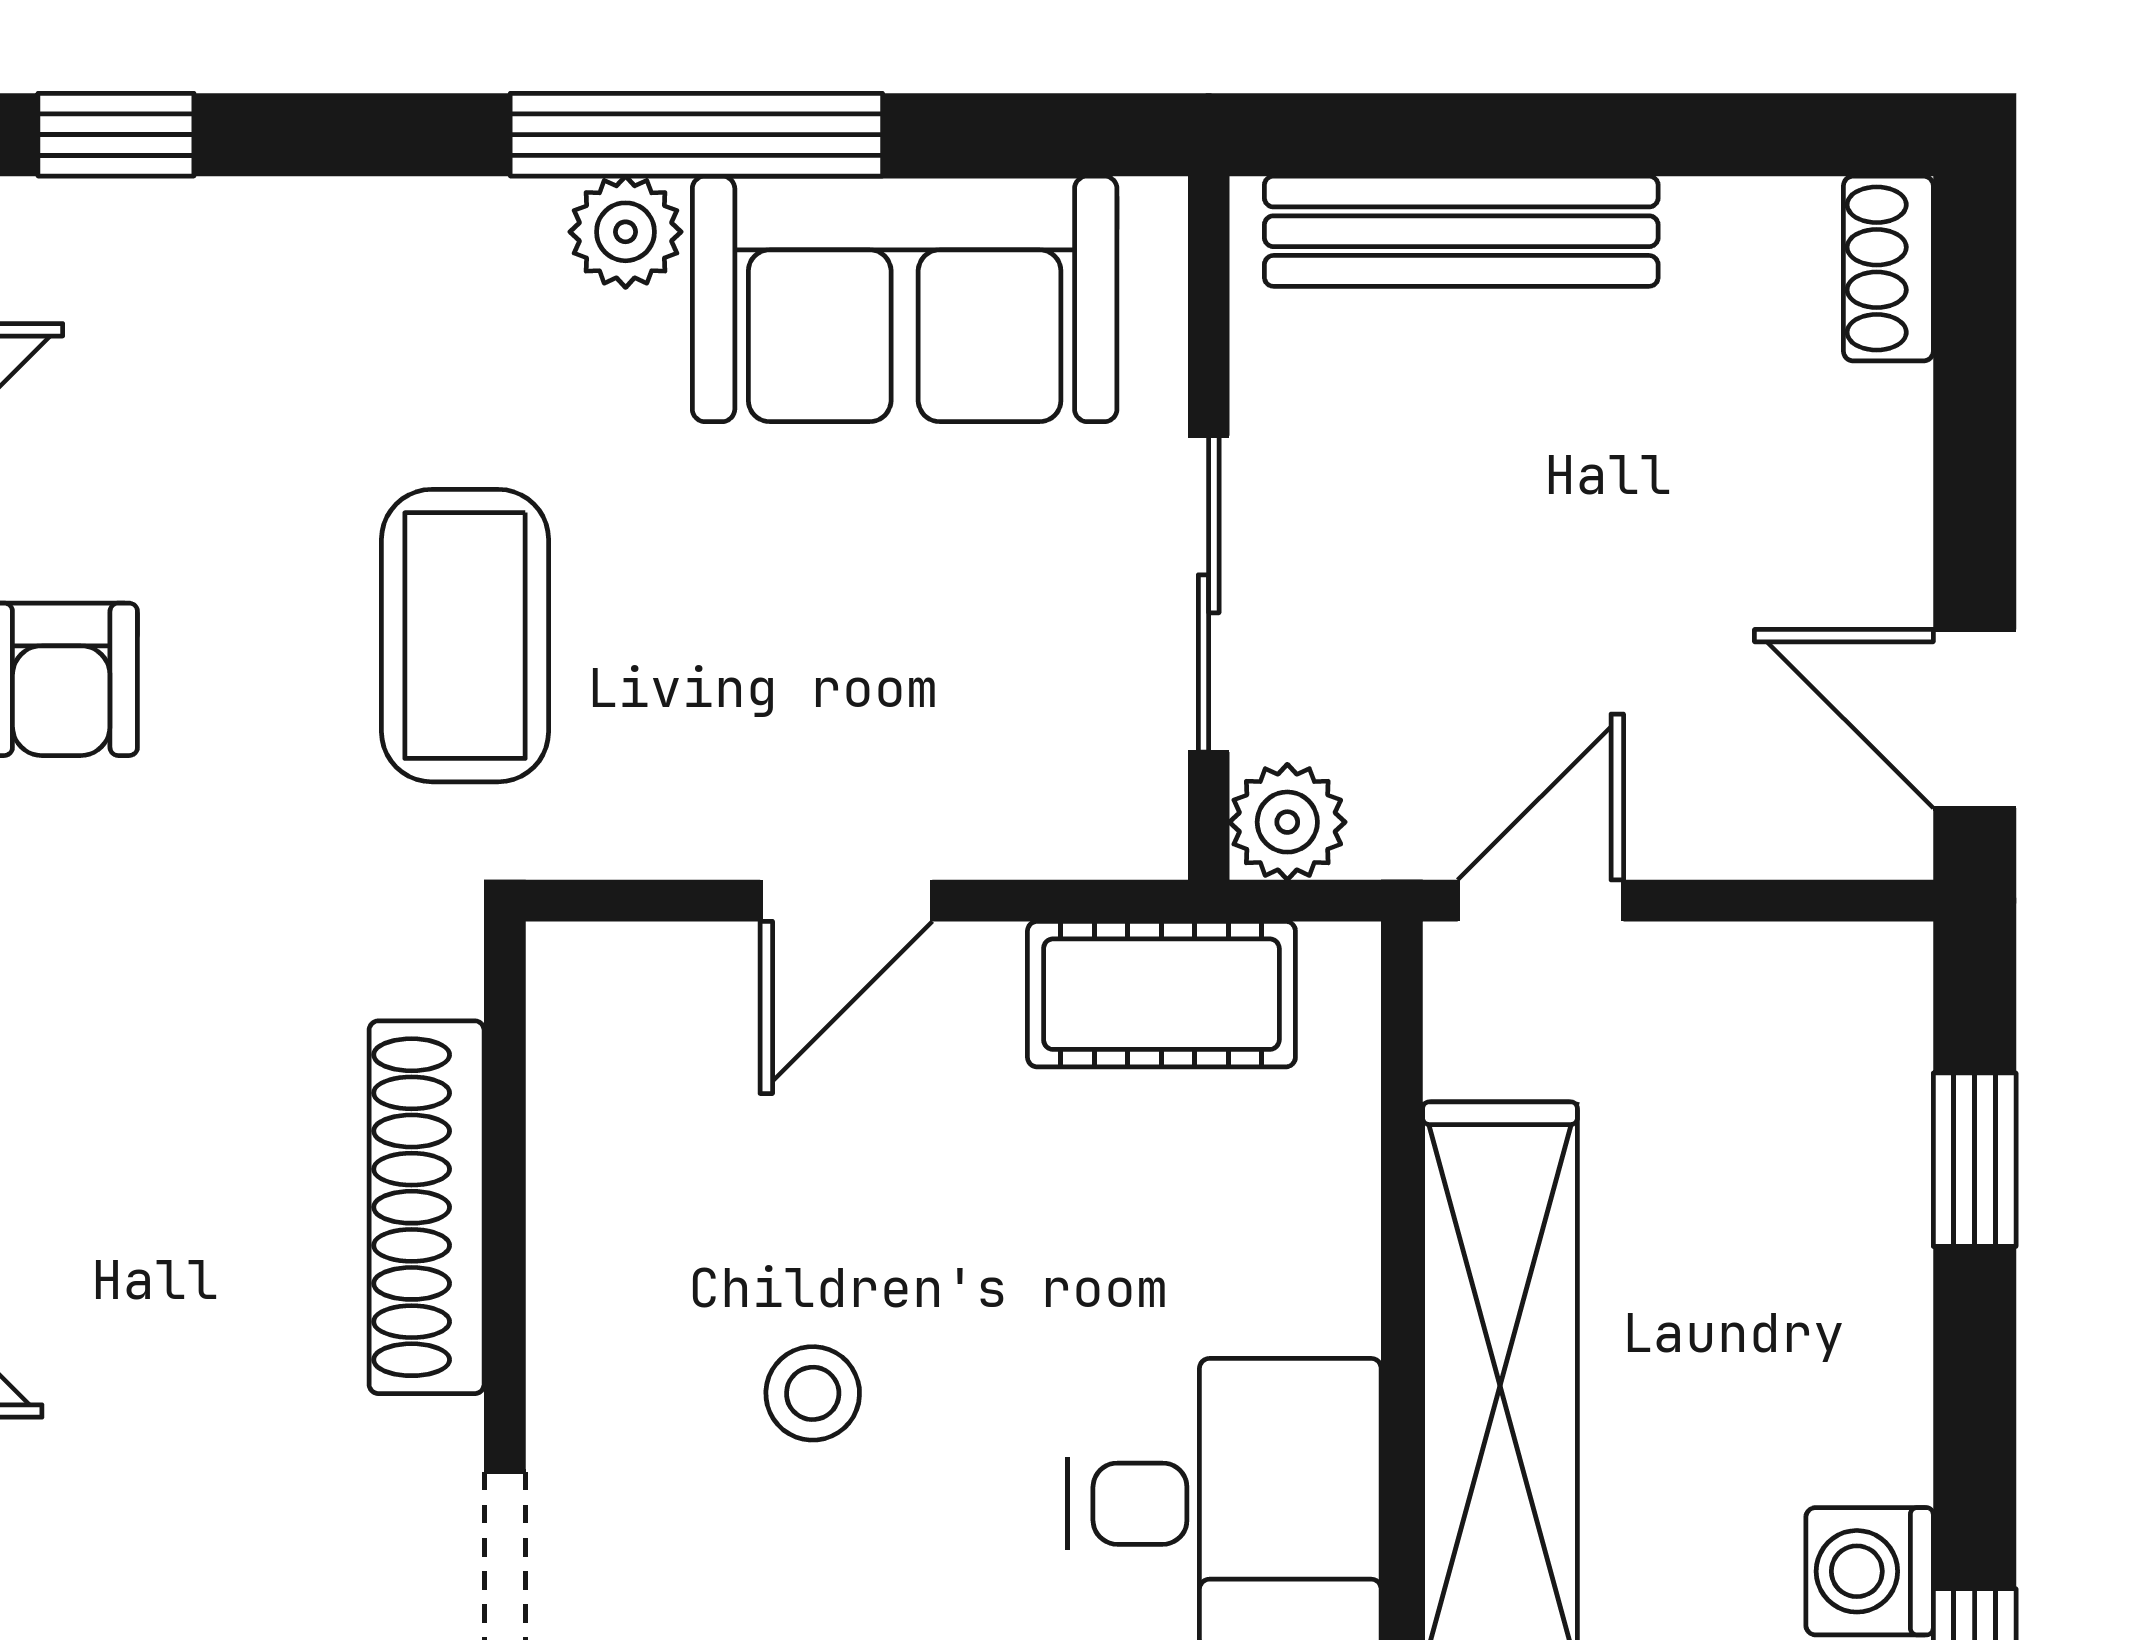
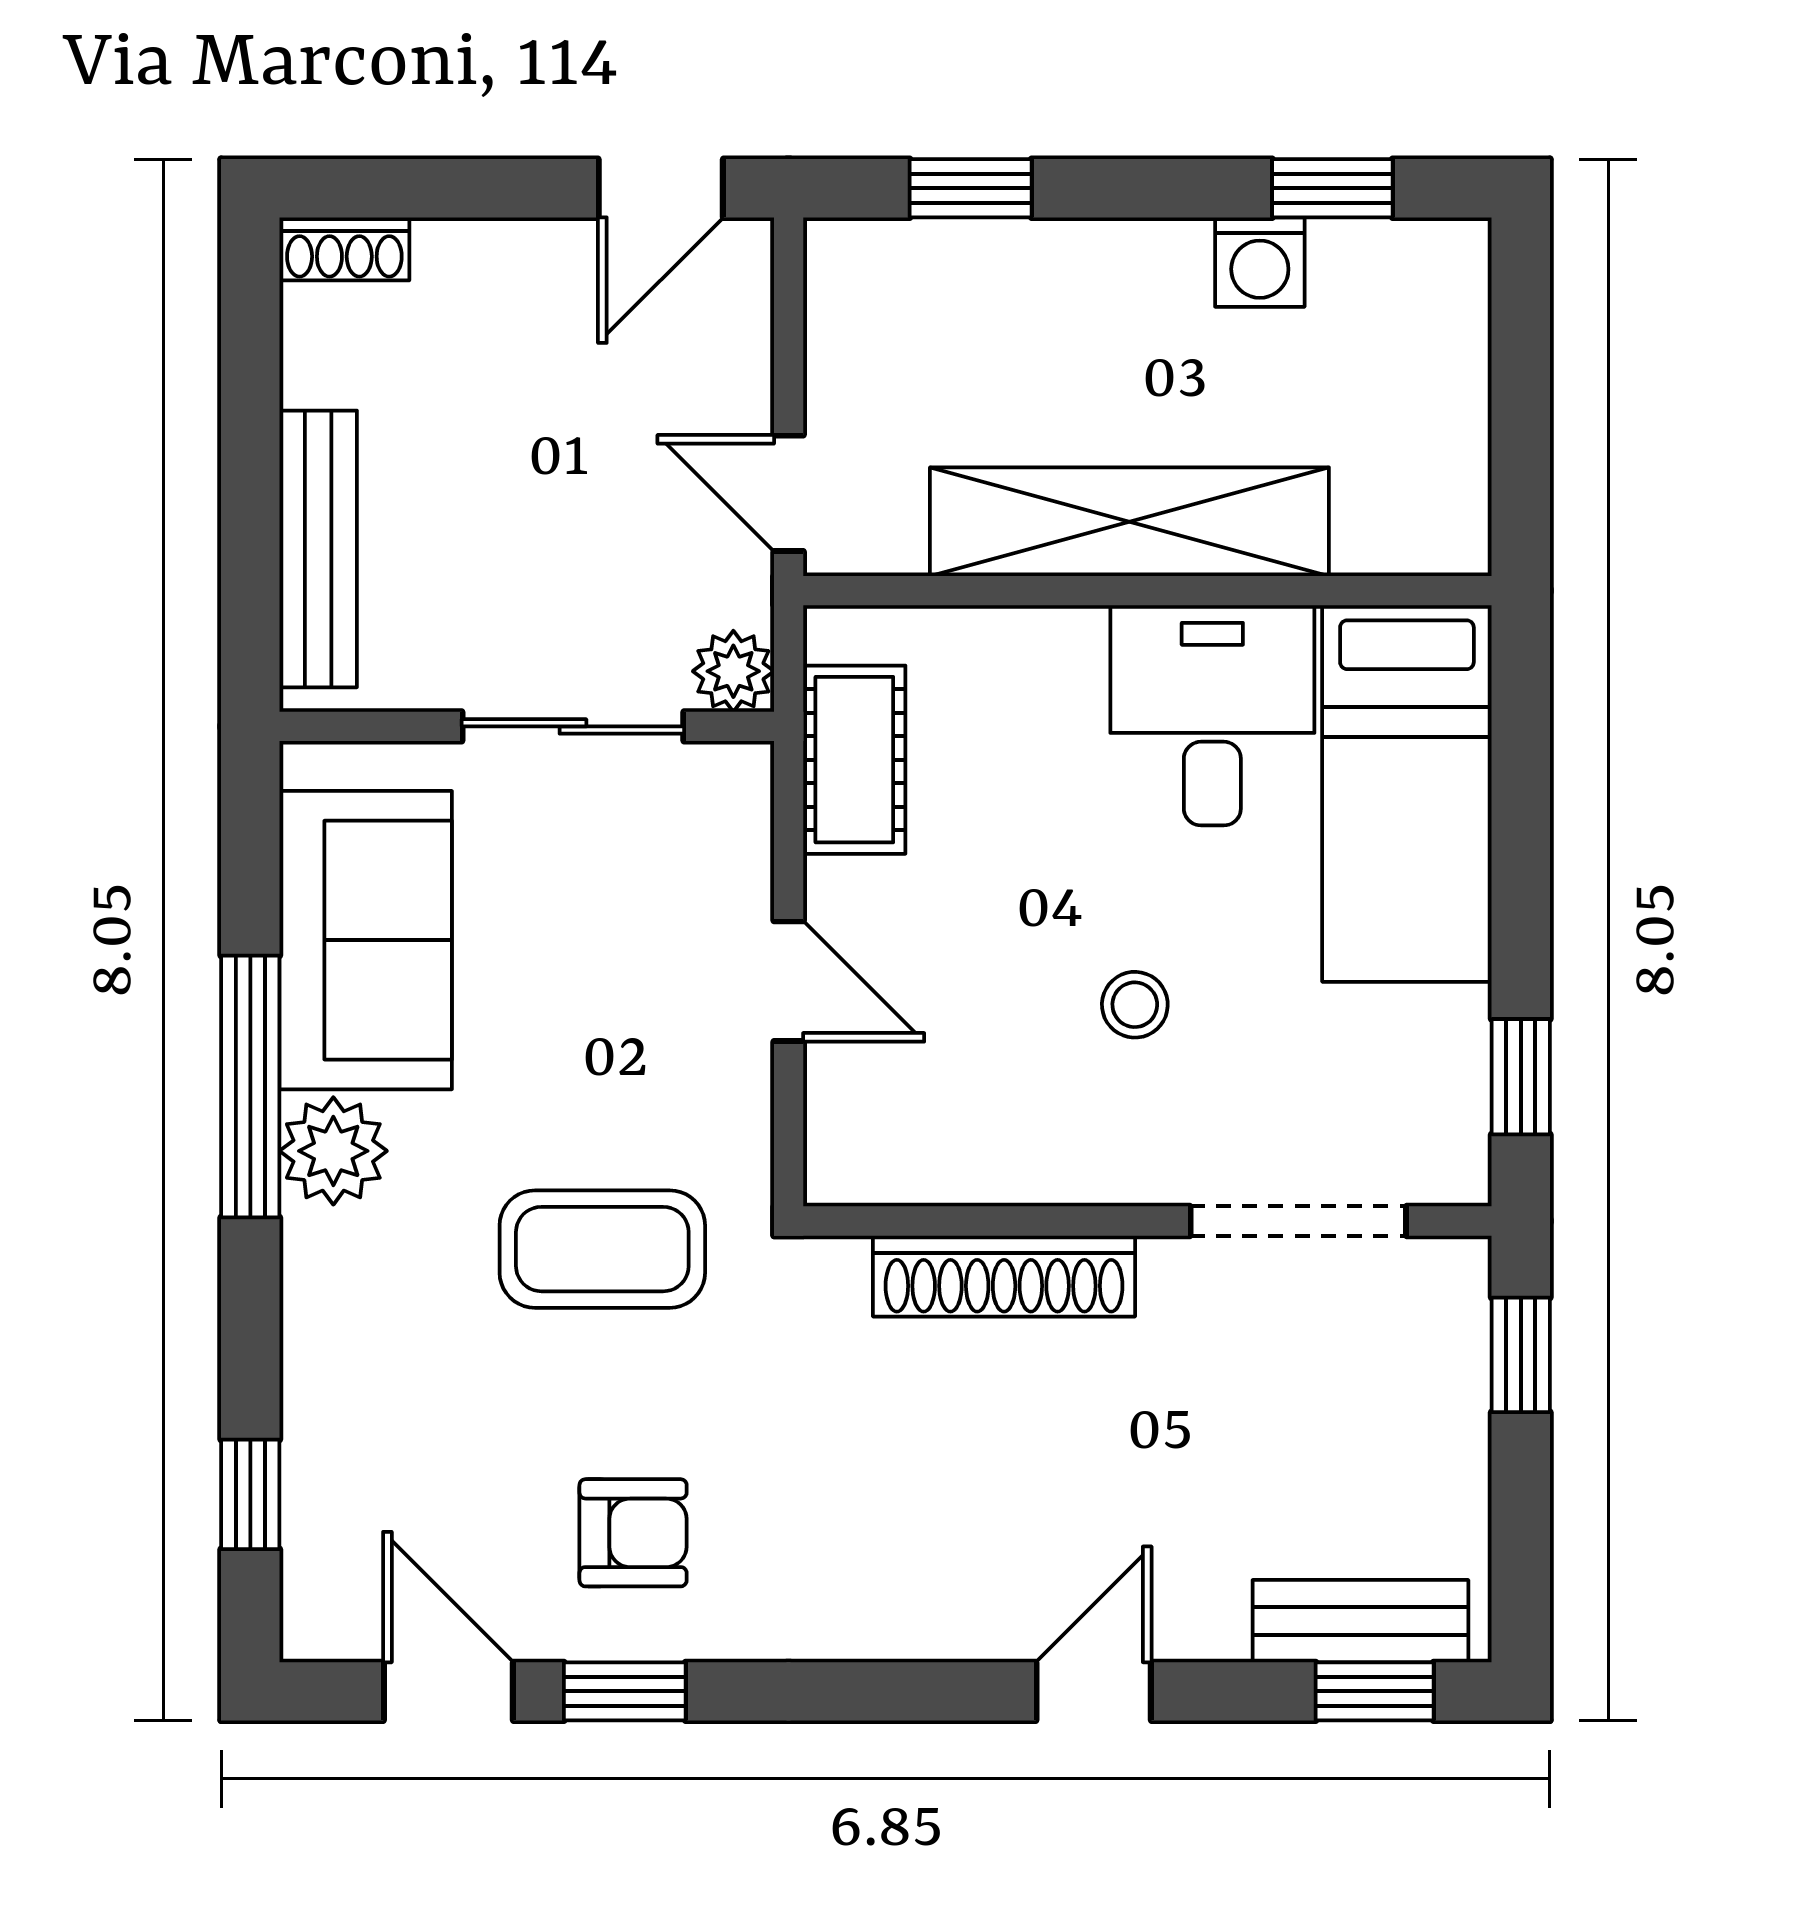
plant: (626, 232) -> (333, 1151), width x1.38, depth x1.38

